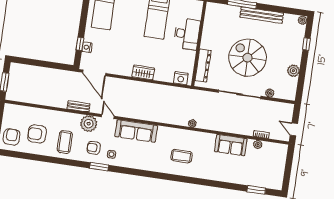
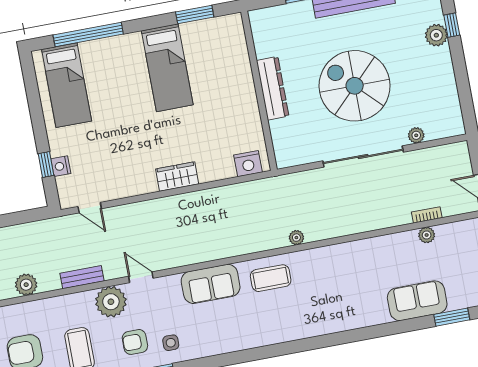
desk: (187, 34) -> (231, 81), removed
dresser: (203, 66) -> (273, 88), moved
plant: (293, 71) -> (436, 35), moved
door: (94, 73) -> (90, 208), width x0.53
plant: (49, 100) -> (26, 285), added
sofa: (136, 131) -> (211, 284), width x0.73
sofa: (231, 145) -> (417, 301), moved, turned 180
coffee table: (181, 156) -> (271, 278), moved

